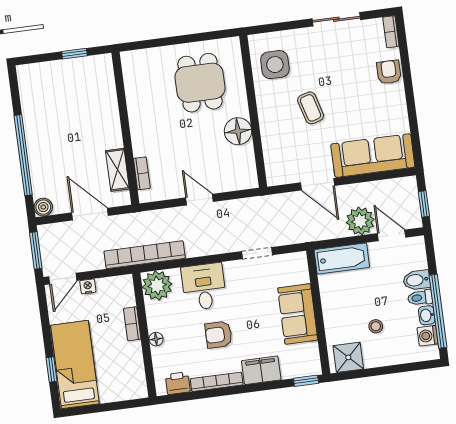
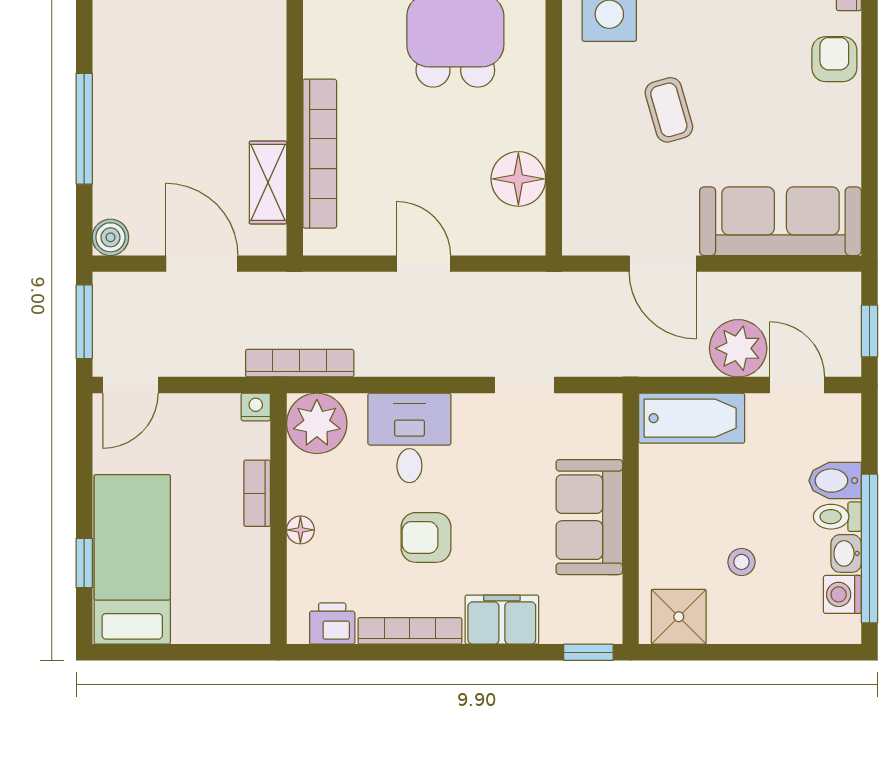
floor lamp: (238, 131) -> (518, 179), moved
window: (23, 155) -> (84, 129), width x0.68
bookcase: (142, 173) -> (320, 154), width x2.31, depth x1.31
bookcase: (145, 255) -> (300, 363), width x0.68, depth x0.76
nightstand: (88, 286) -> (256, 407), moved

